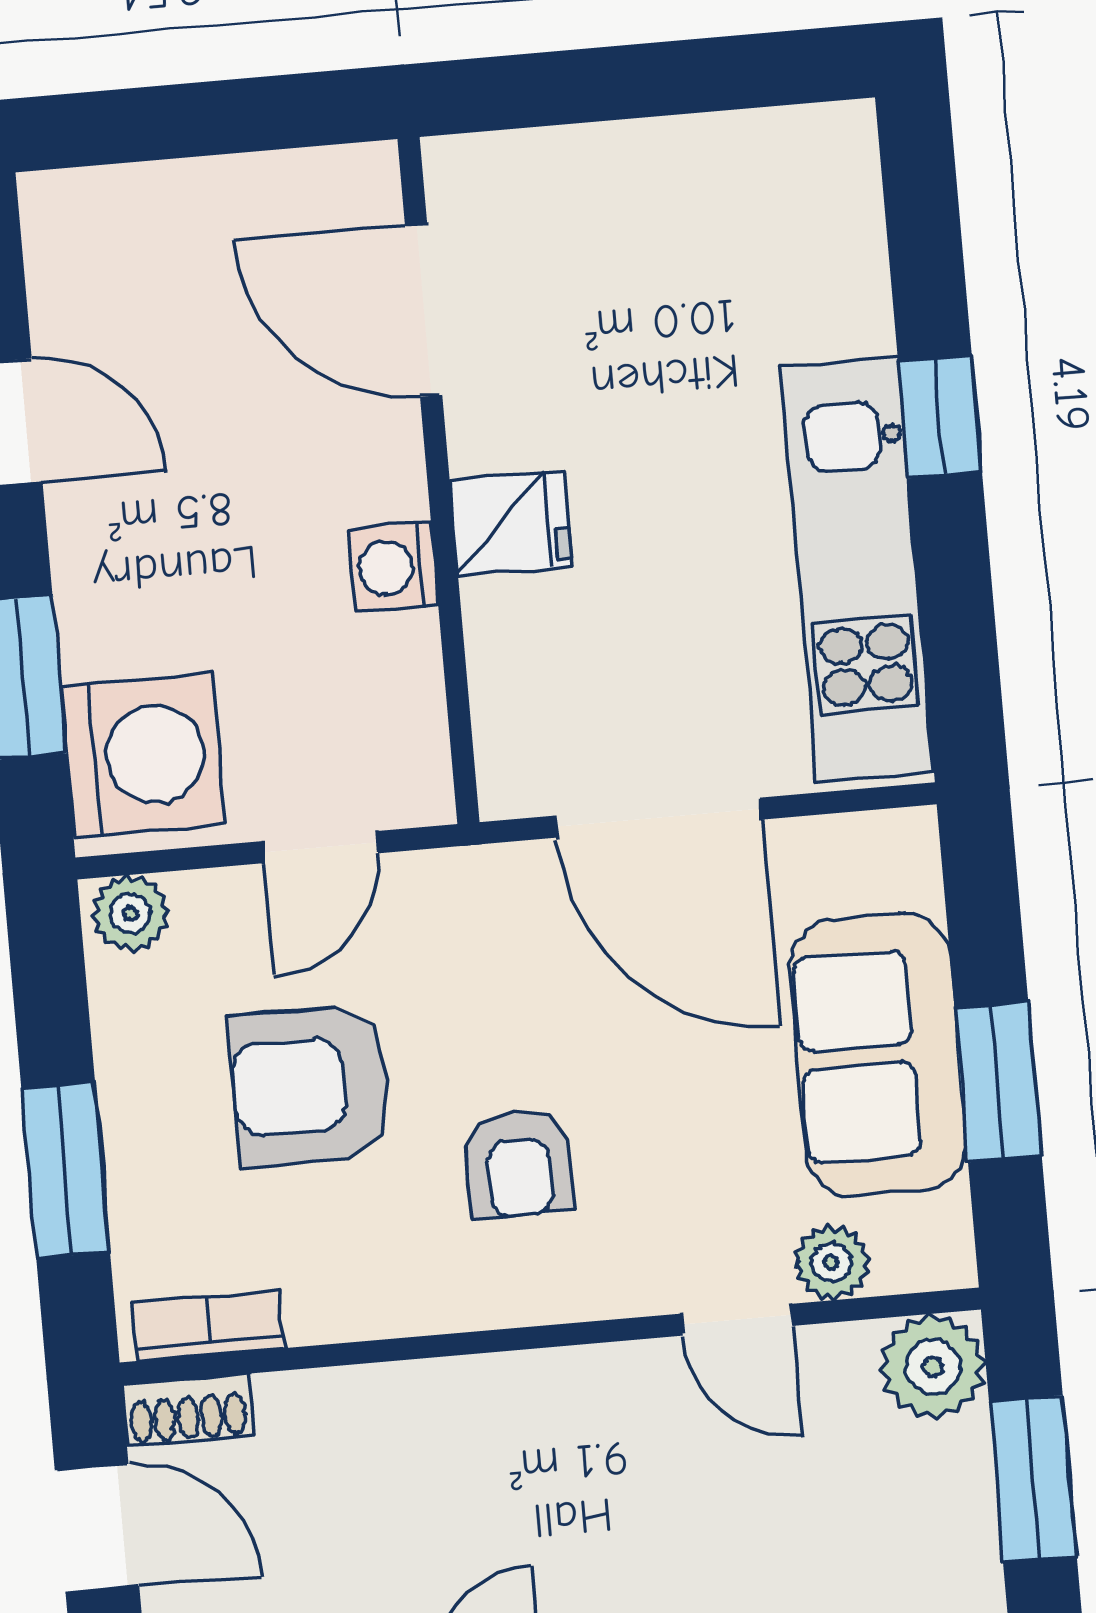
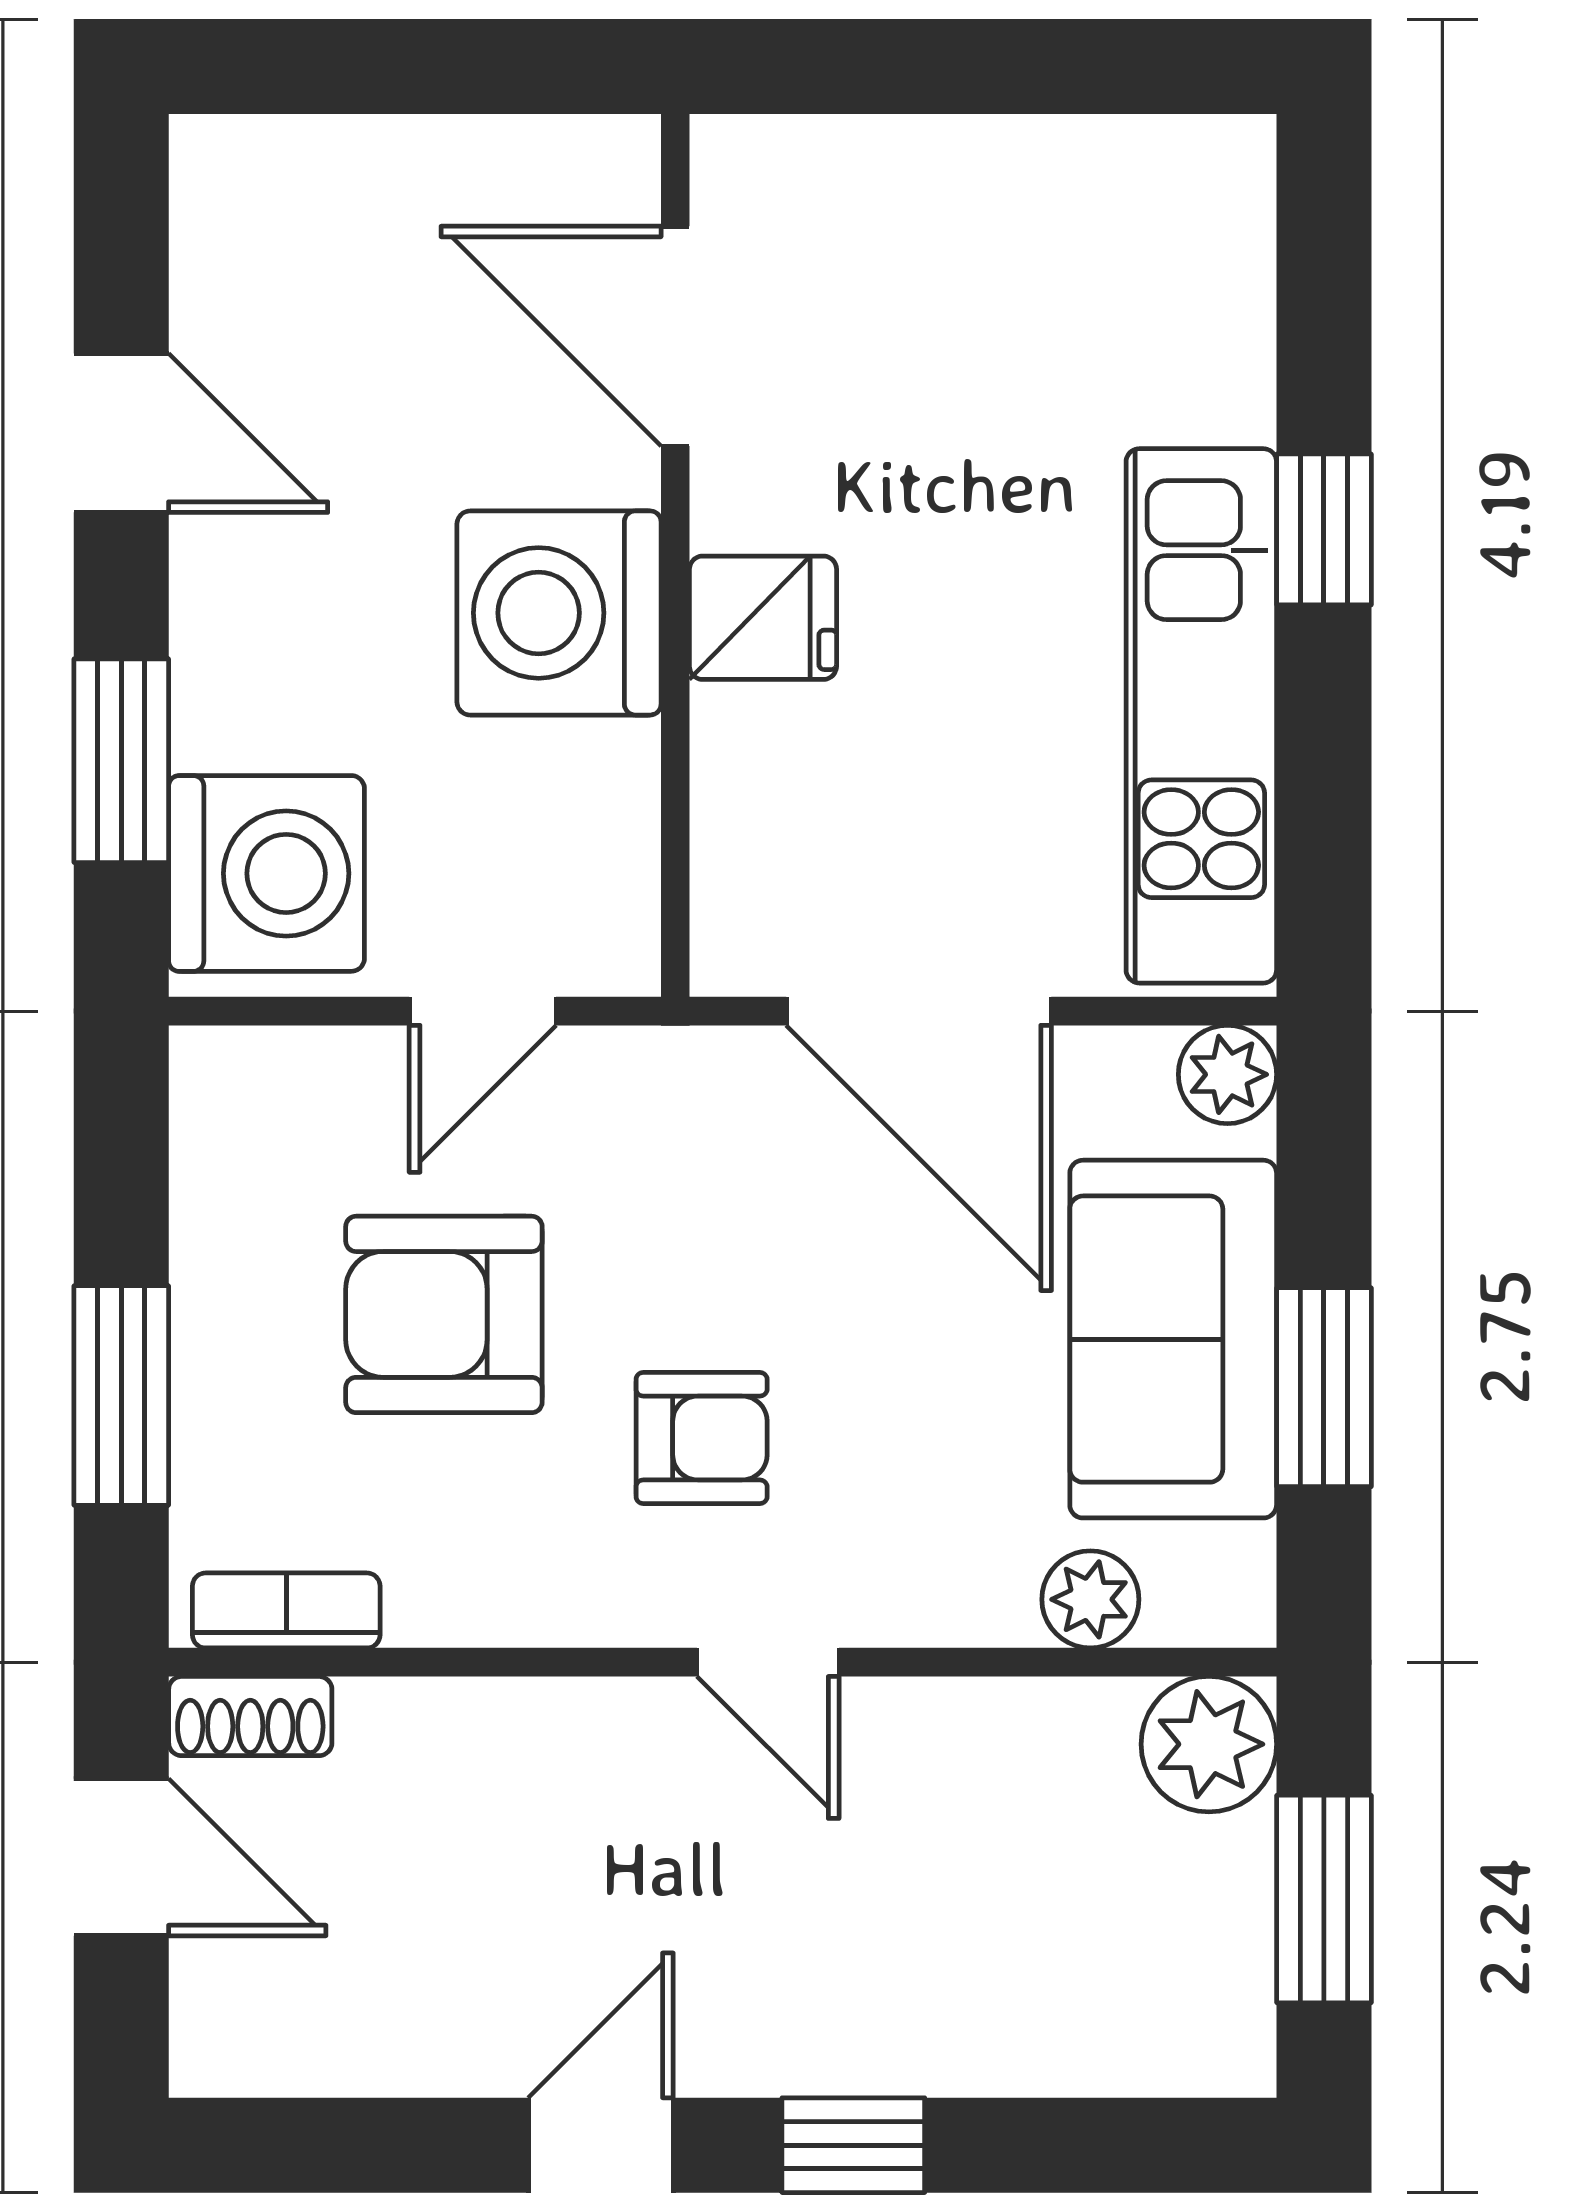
washing machine: (393, 567) -> (559, 613), width x1.89, depth x1.89
plant: (130, 913) -> (1227, 1074), moved
armchair: (519, 1164) -> (702, 1438), turned -90
door: (737, 1320) -> (768, 1662), moved

